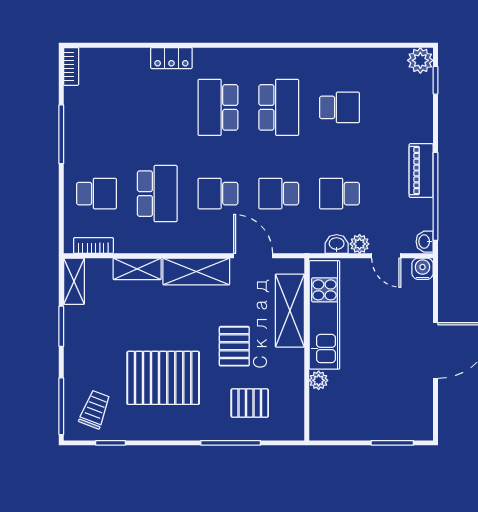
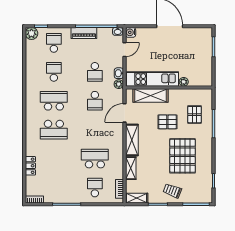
locker: (171, 58) -> (30, 166), moved
school desk: (218, 194) -> (54, 43), moved, turned 180
plant: (360, 244) -> (119, 84), moved
trolley: (95, 410) -> (172, 191), moved

